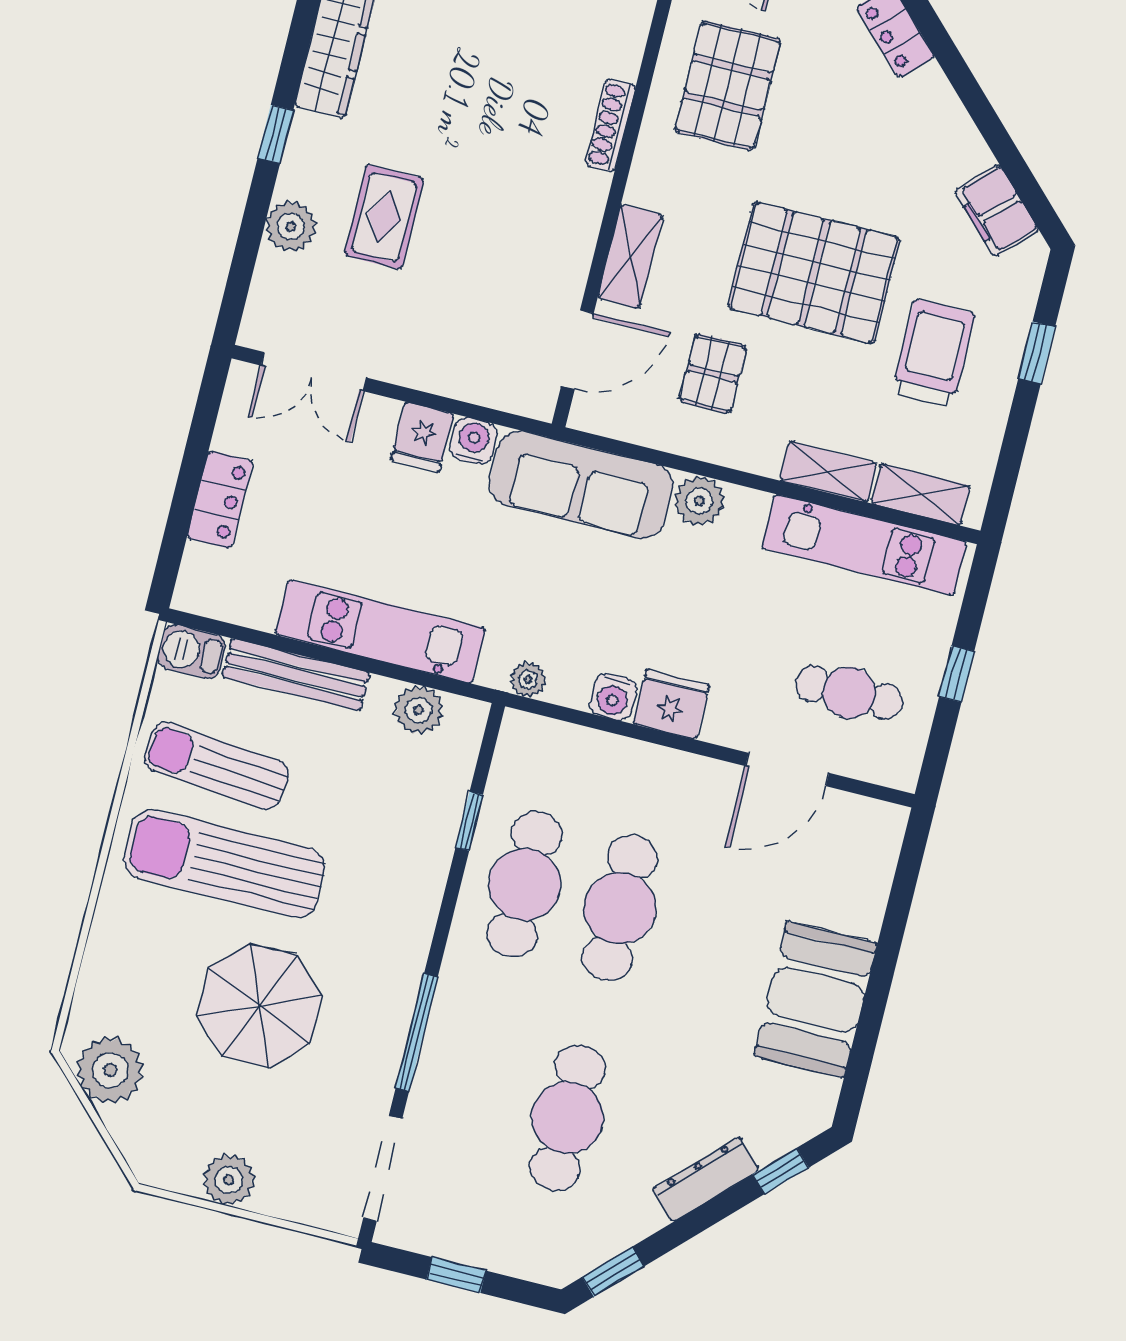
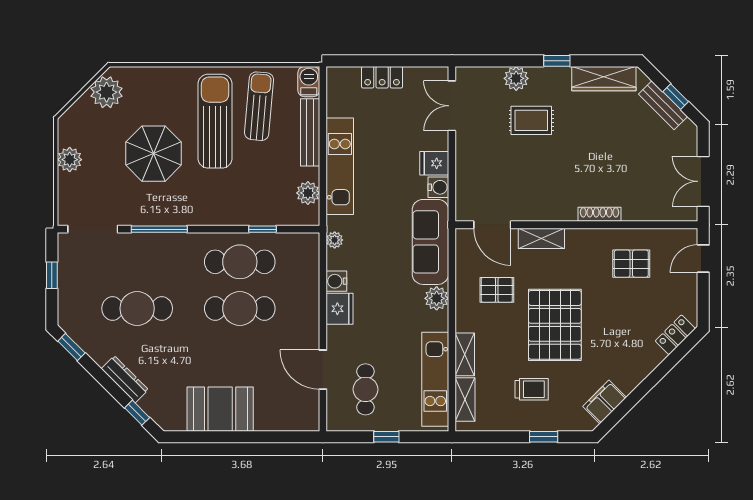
pallet: (728, 86) -> (631, 264), width x0.67, depth x0.71
trolley: (934, 353) -> (532, 389), width x0.73, depth x0.72

